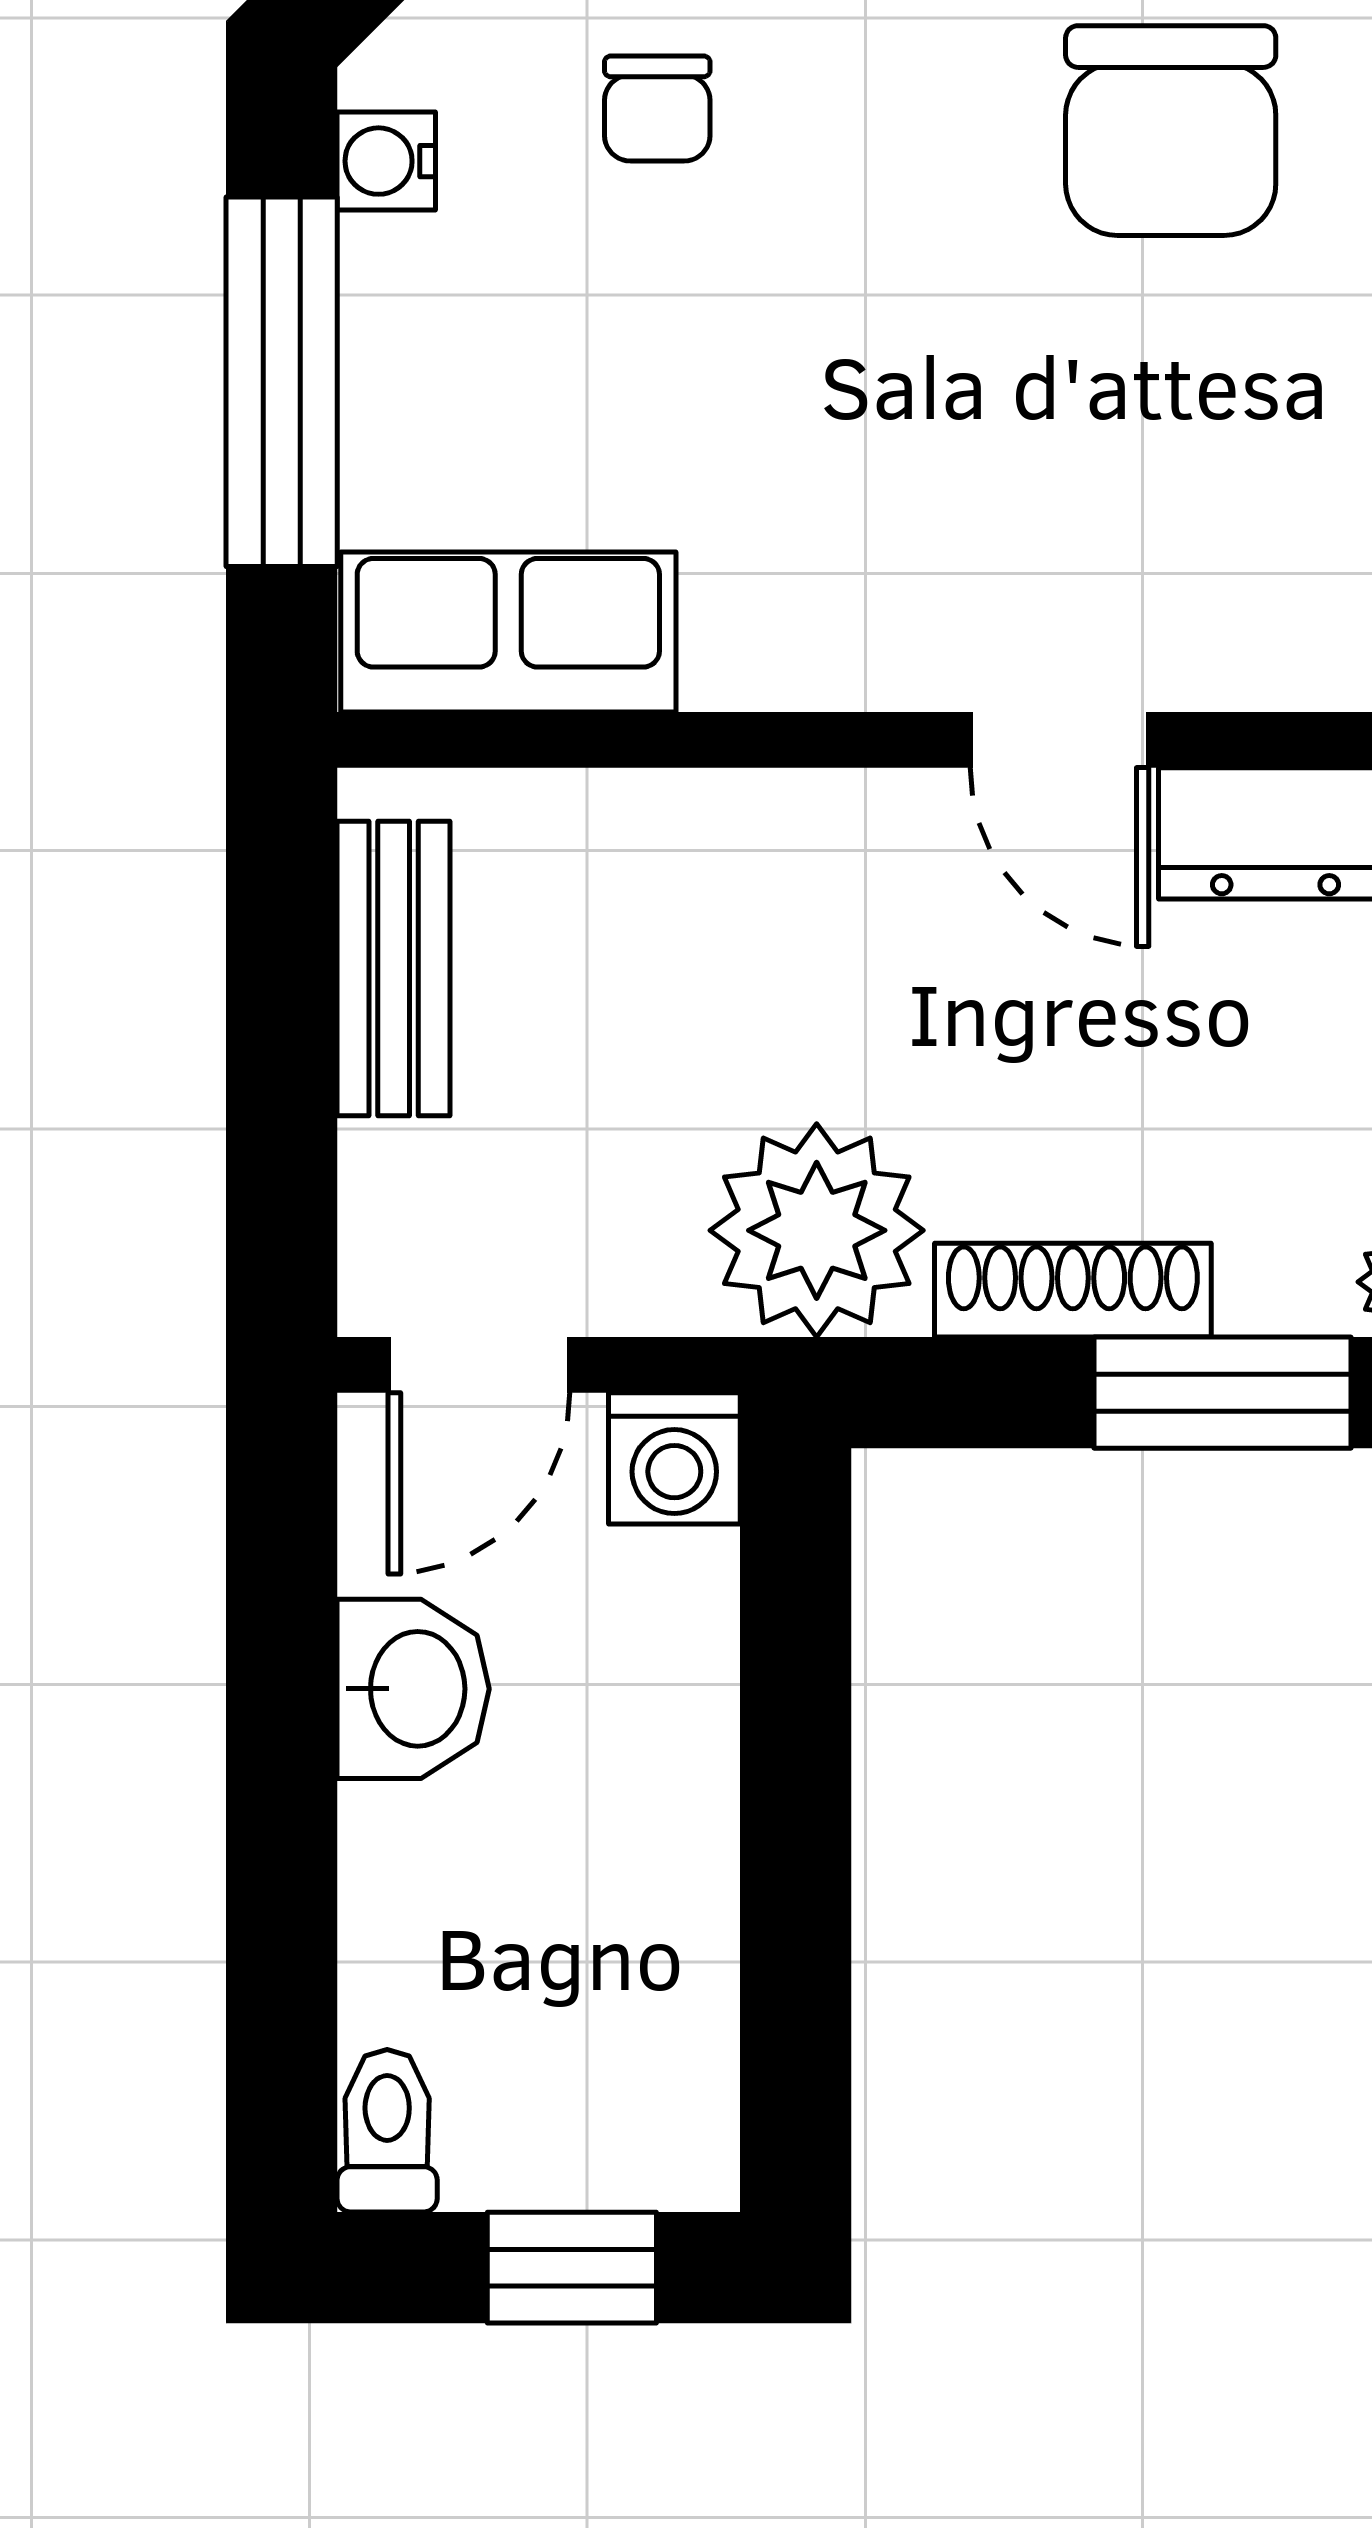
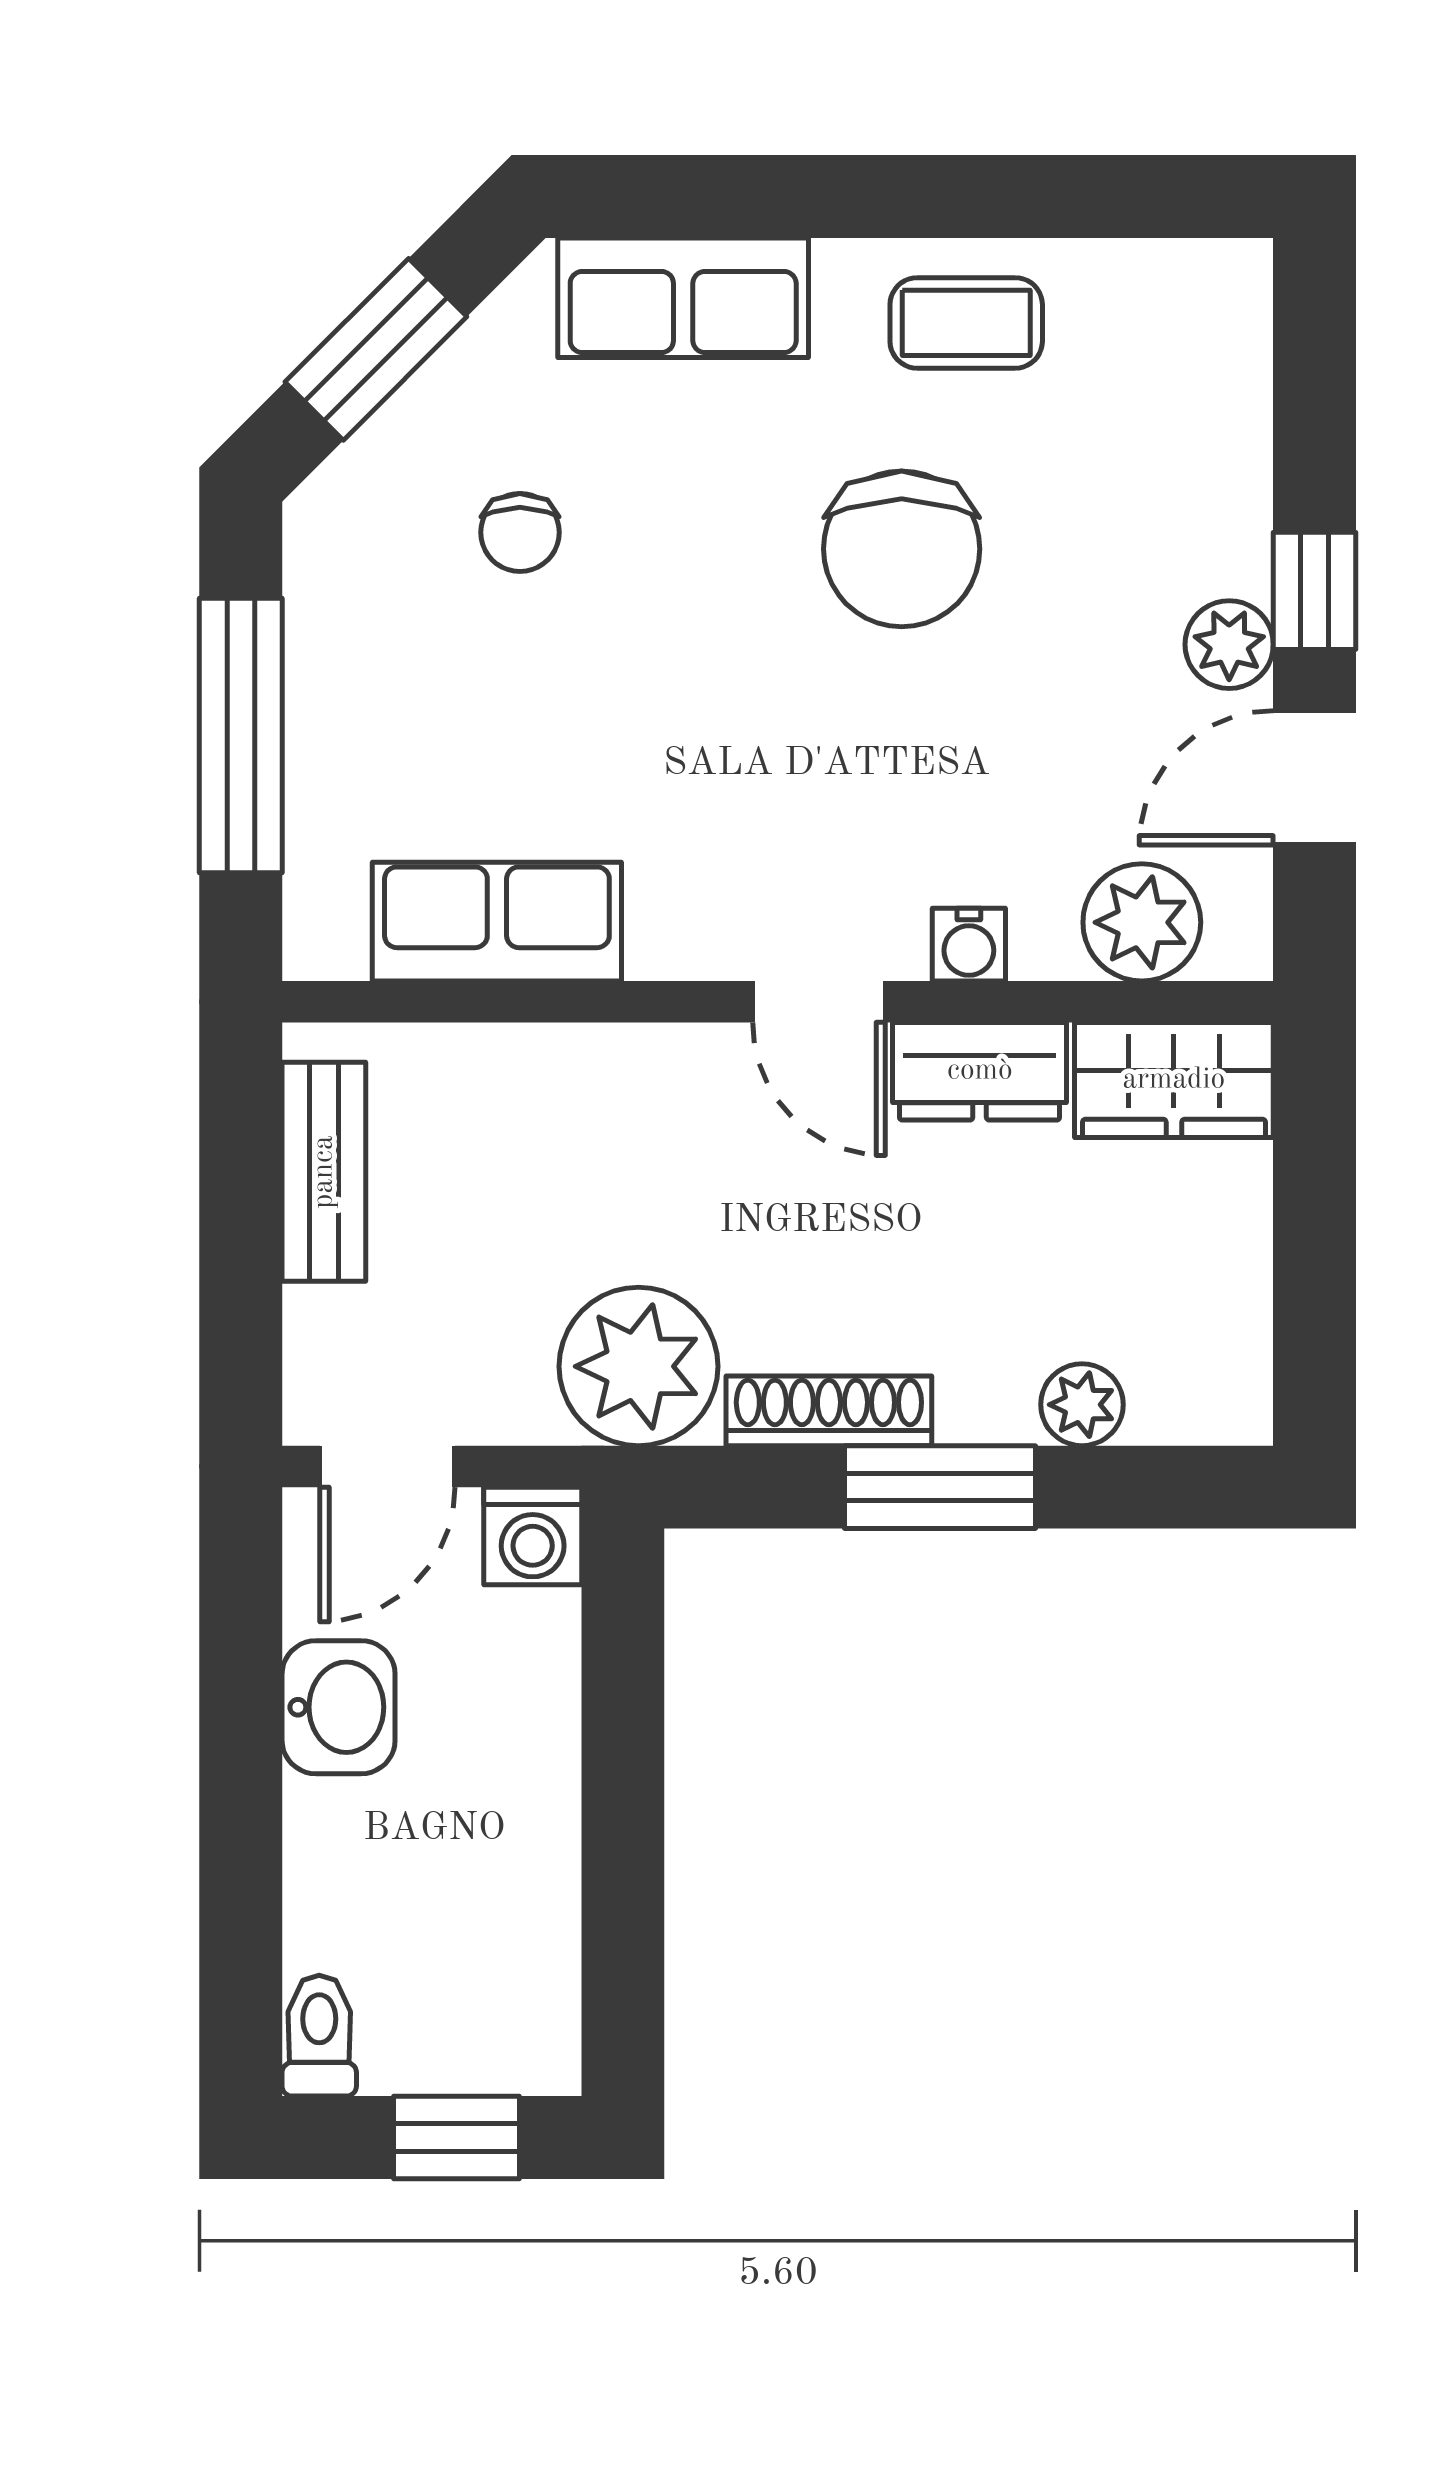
water cooler: (386, 161) -> (969, 945), moved, turned -90
row of seats: (508, 632) -> (497, 922), moved

